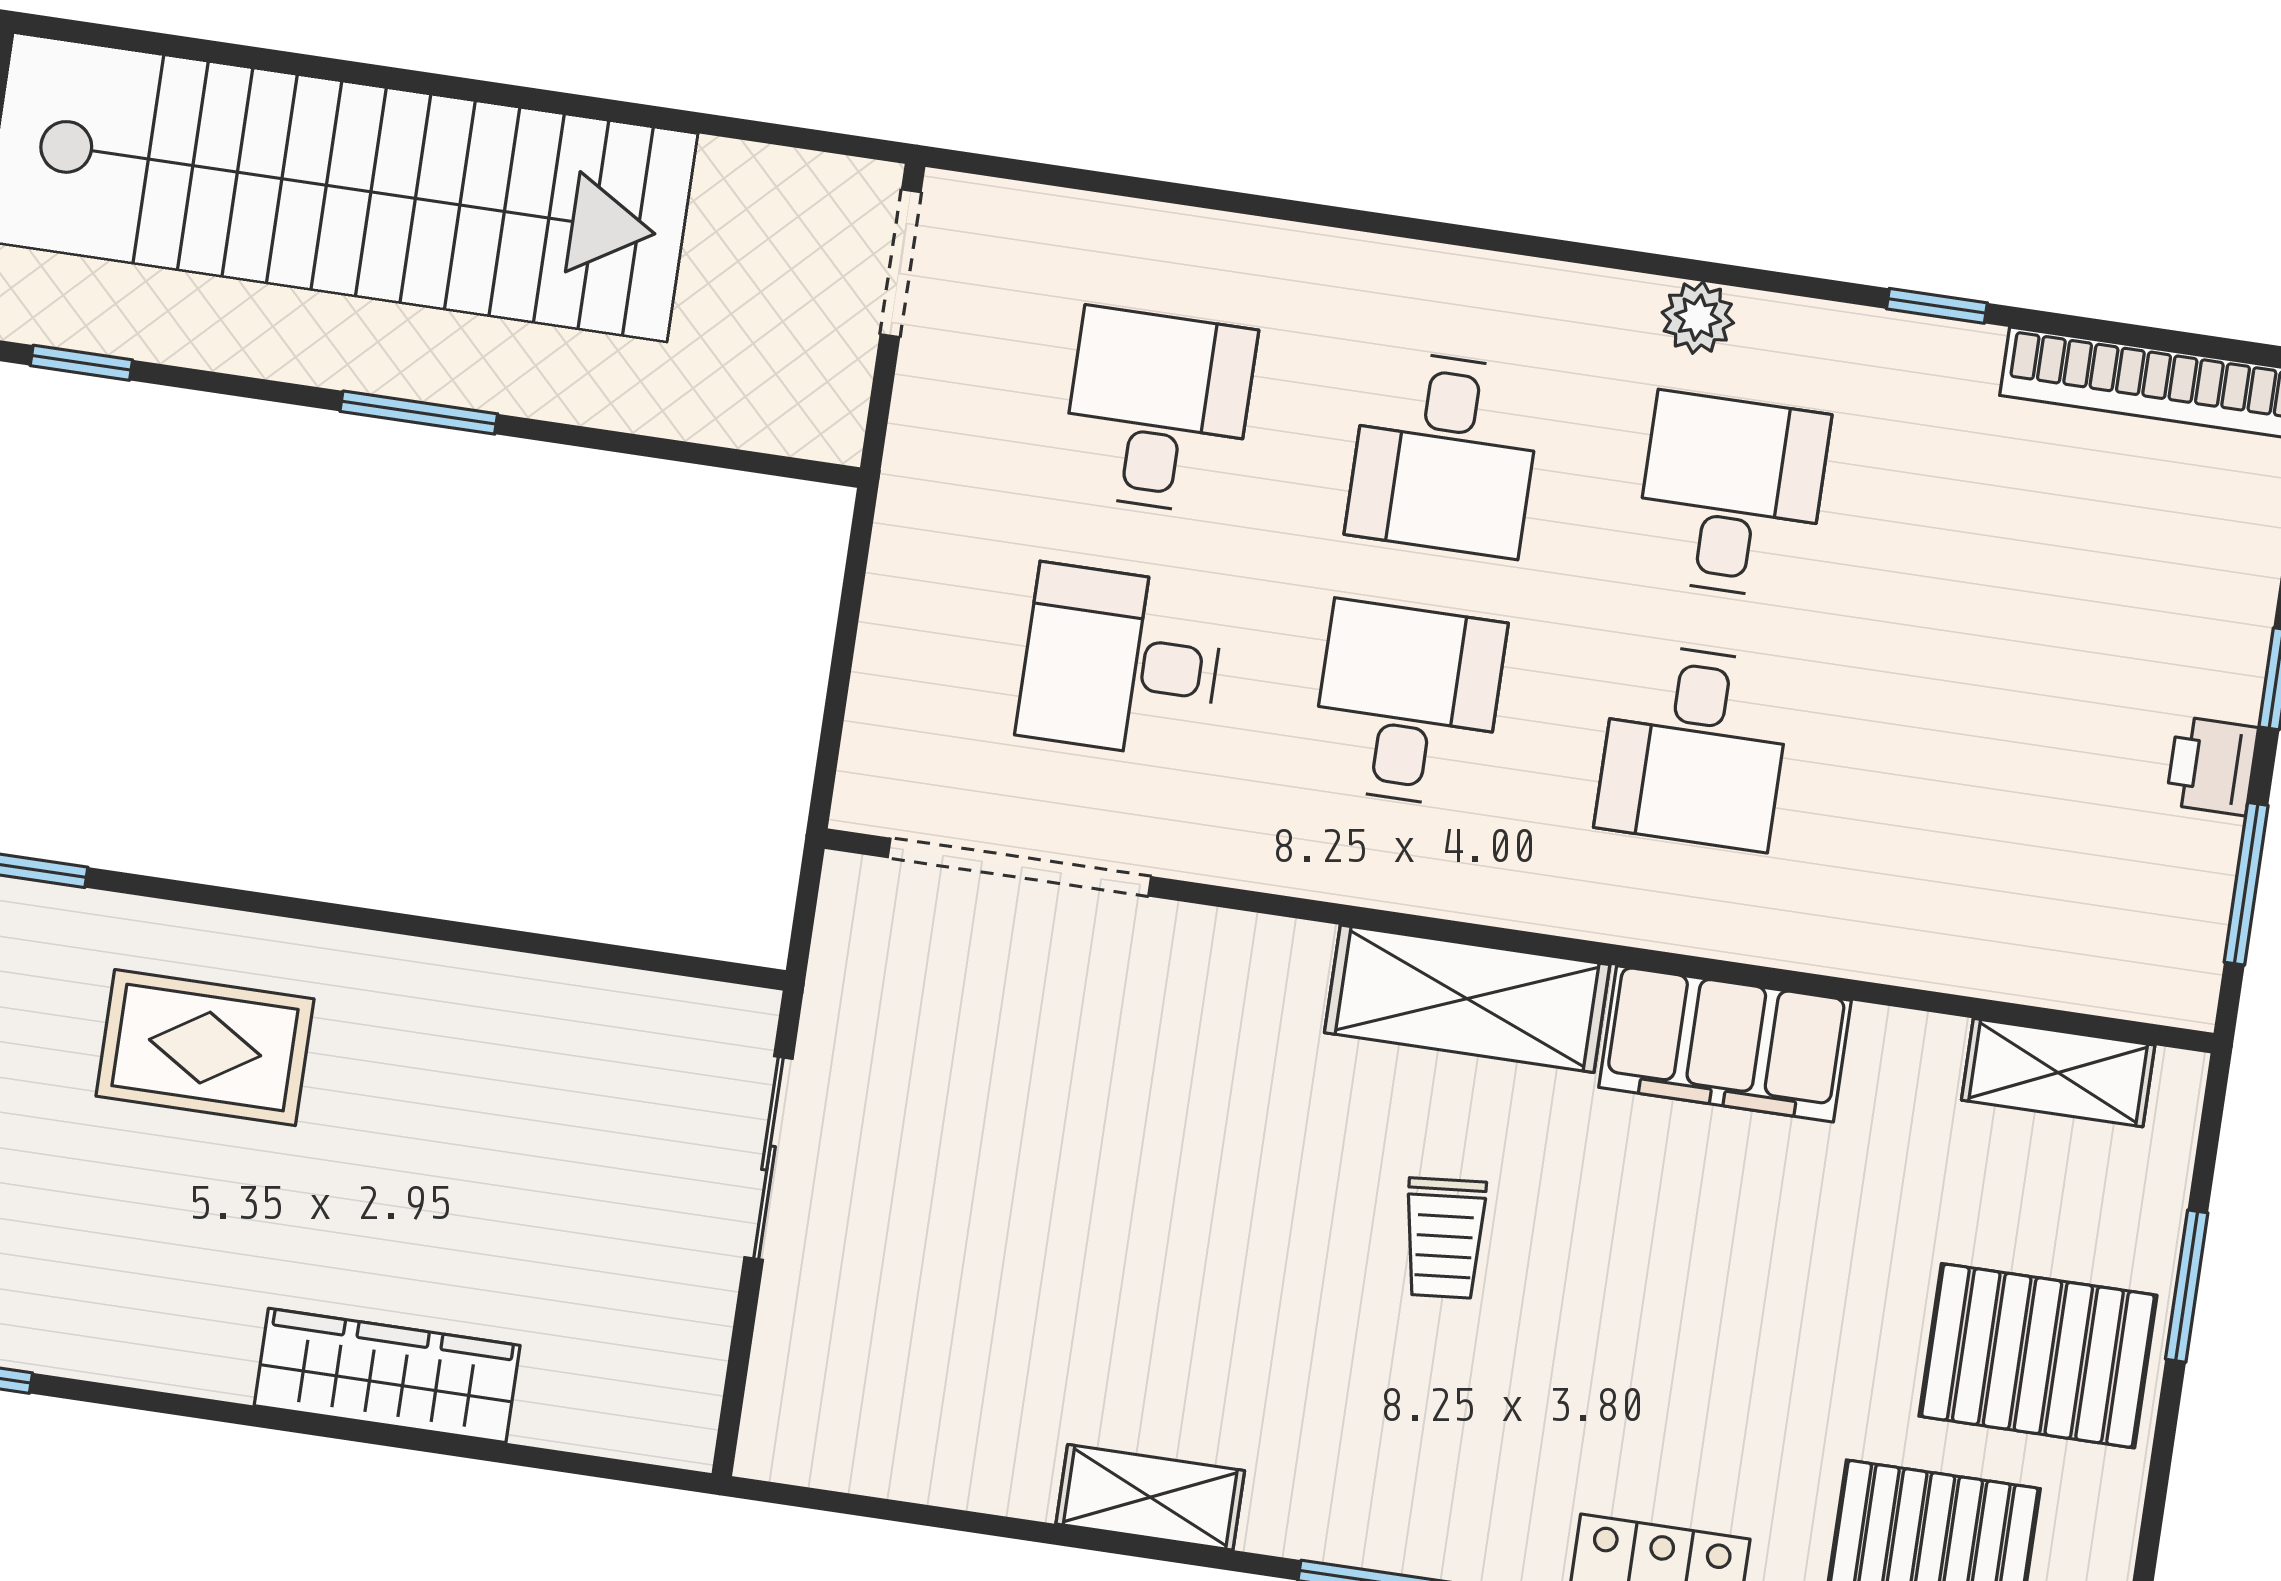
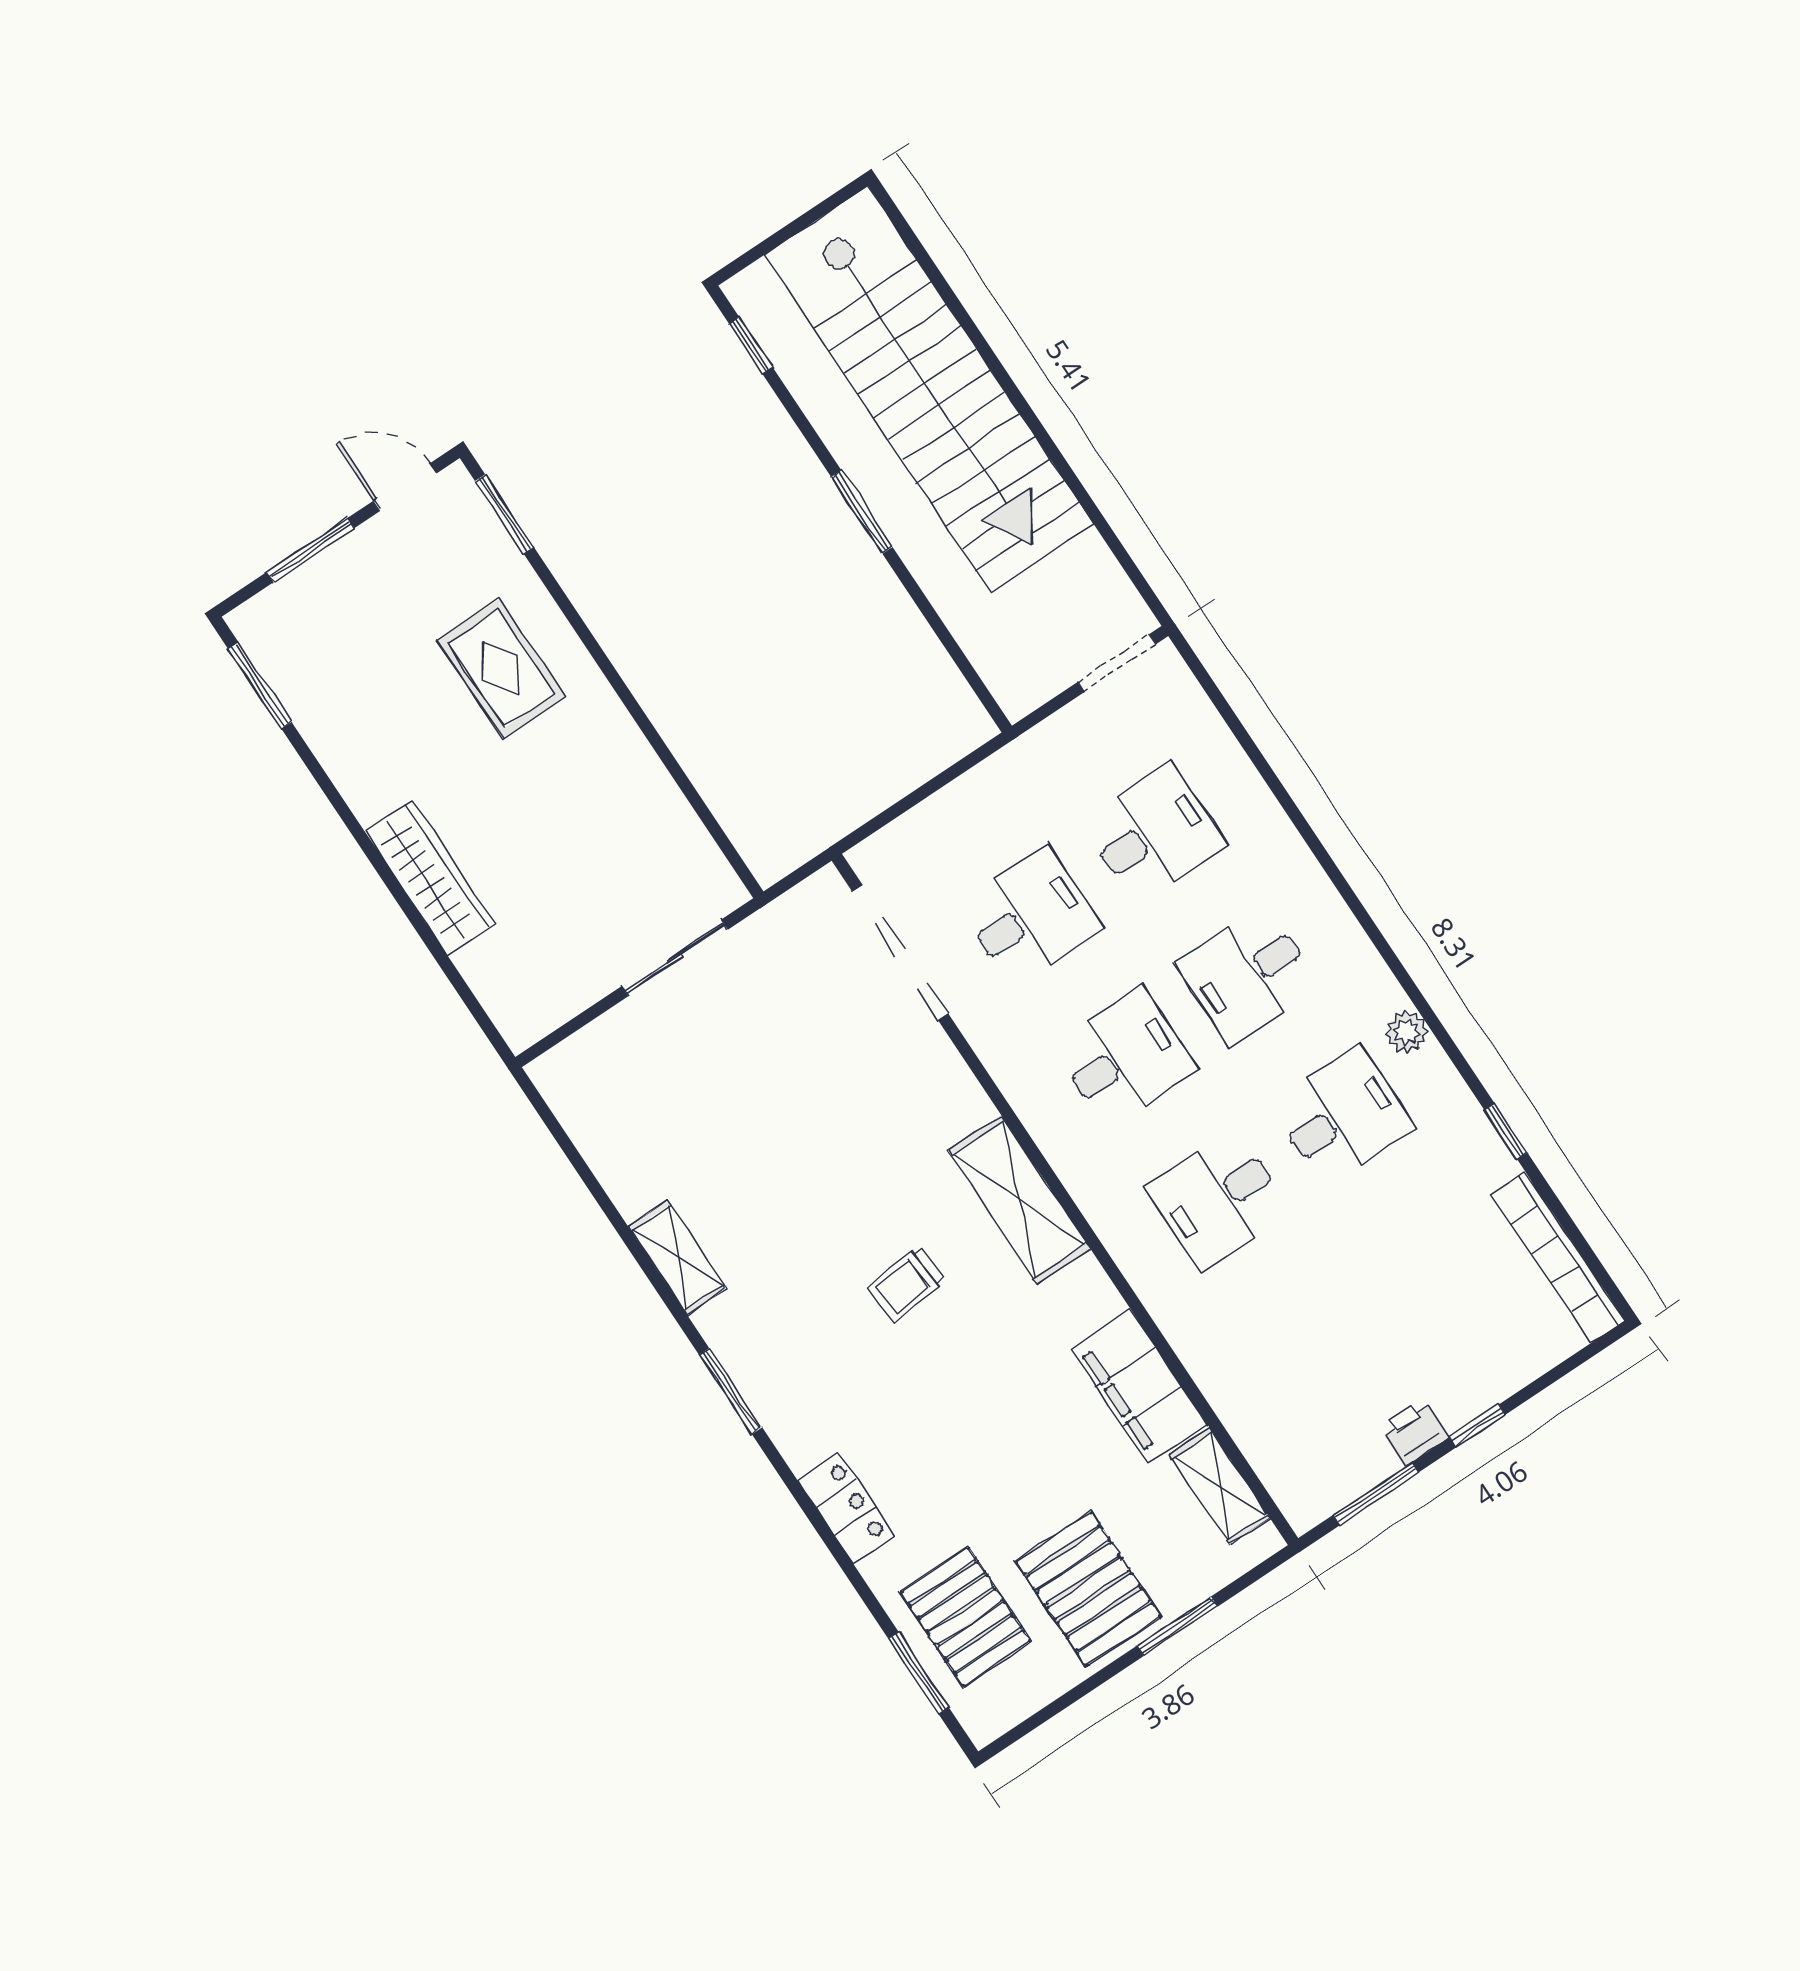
desk: (1121, 662) -> (1030, 916), turned 90
filing cabinet: (1725, 1044) -> (1139, 1387), moved

